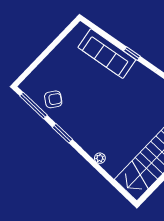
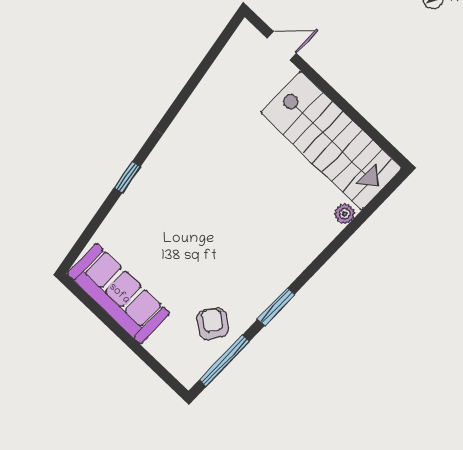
sofa: (107, 54) -> (119, 294), moved, turned -81
plant: (100, 158) -> (345, 214), moved

